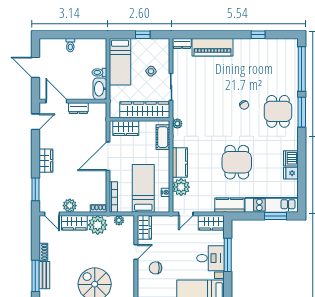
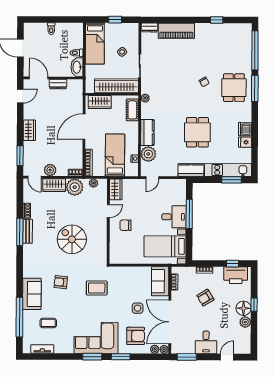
wardrobe: (211, 223) -> (175, 186), removed

